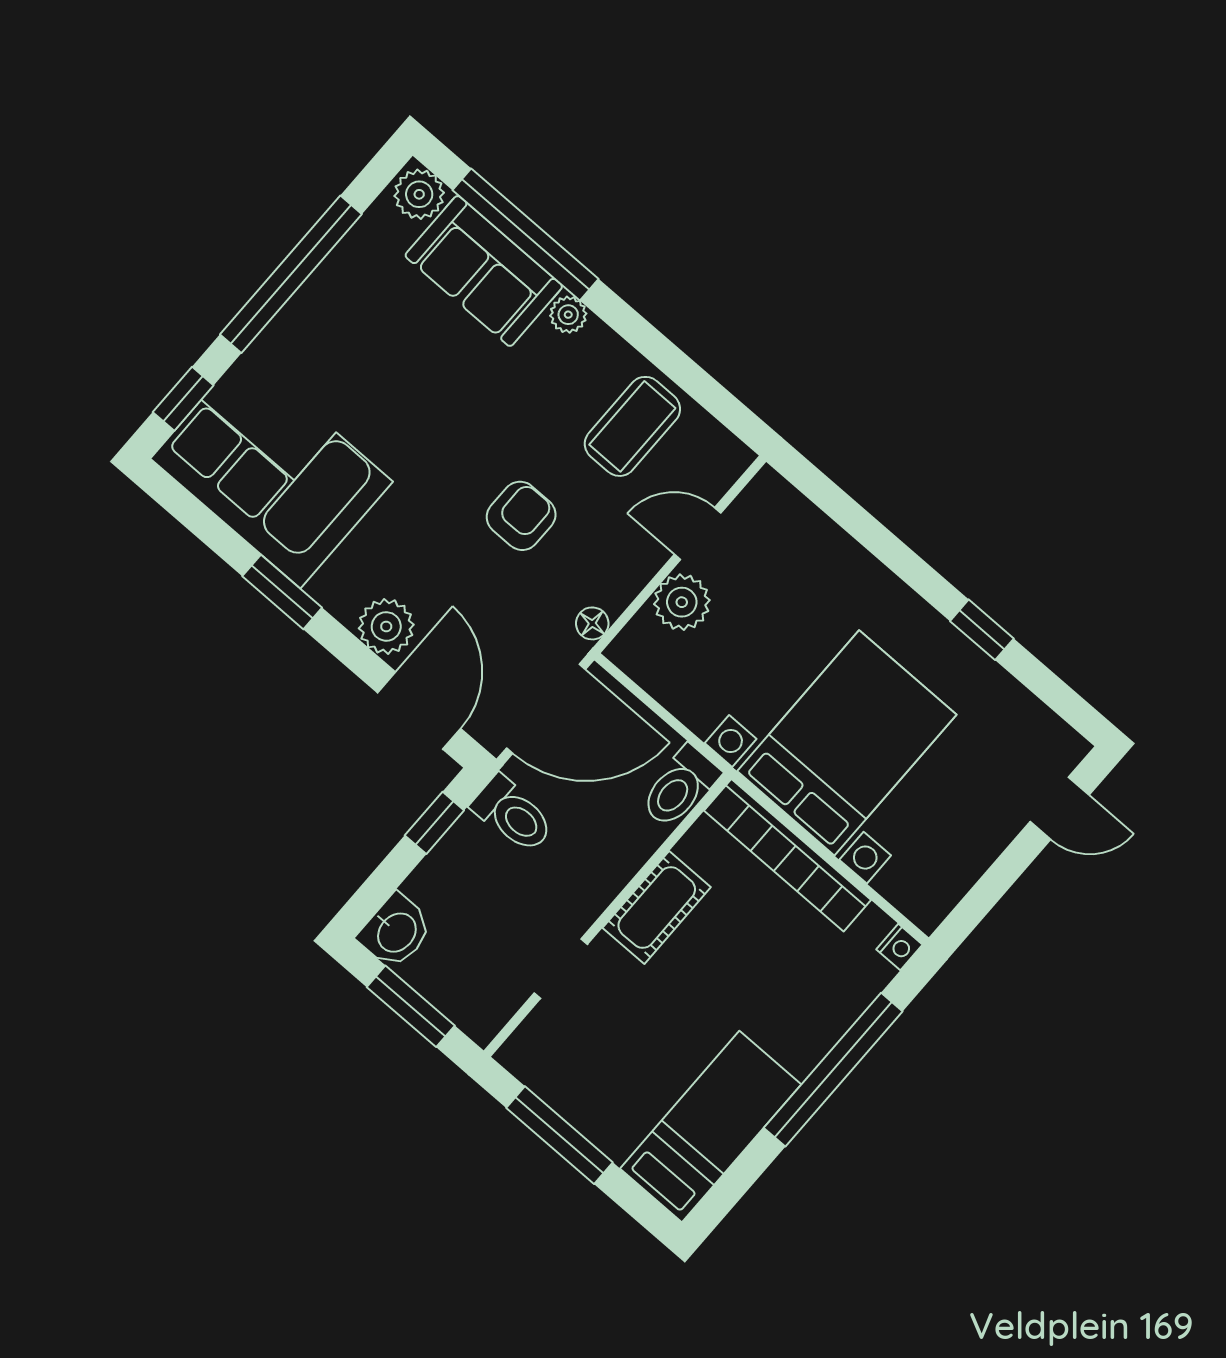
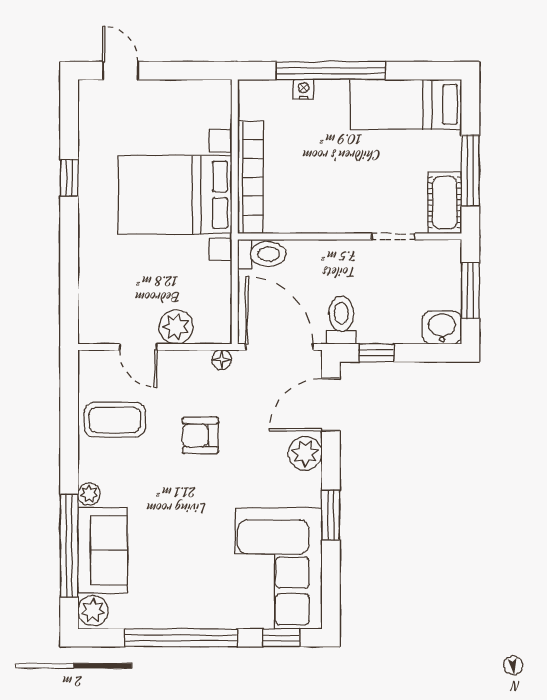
cot: (657, 907) -> (445, 203), moved, turned 90
nightstand: (899, 947) -> (304, 89), moved

